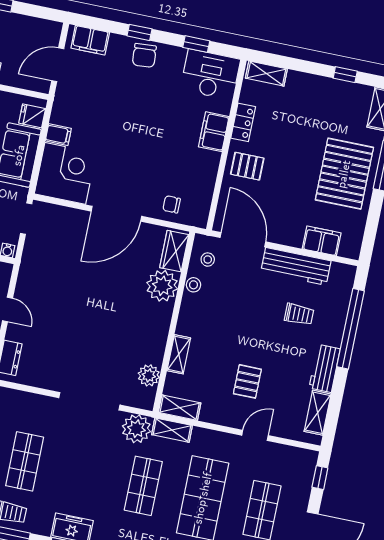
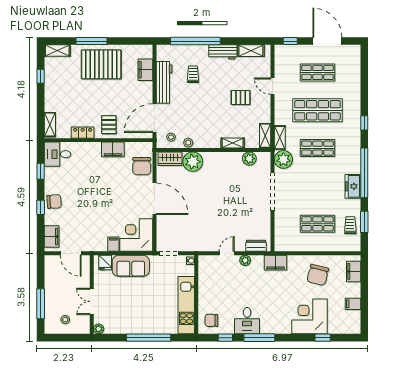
desk: (210, 74) -> (57, 154), width x0.73
filing cabinet: (214, 132) -> (113, 149), moved
chair: (172, 204) -> (142, 166), width x1.87, depth x1.87

